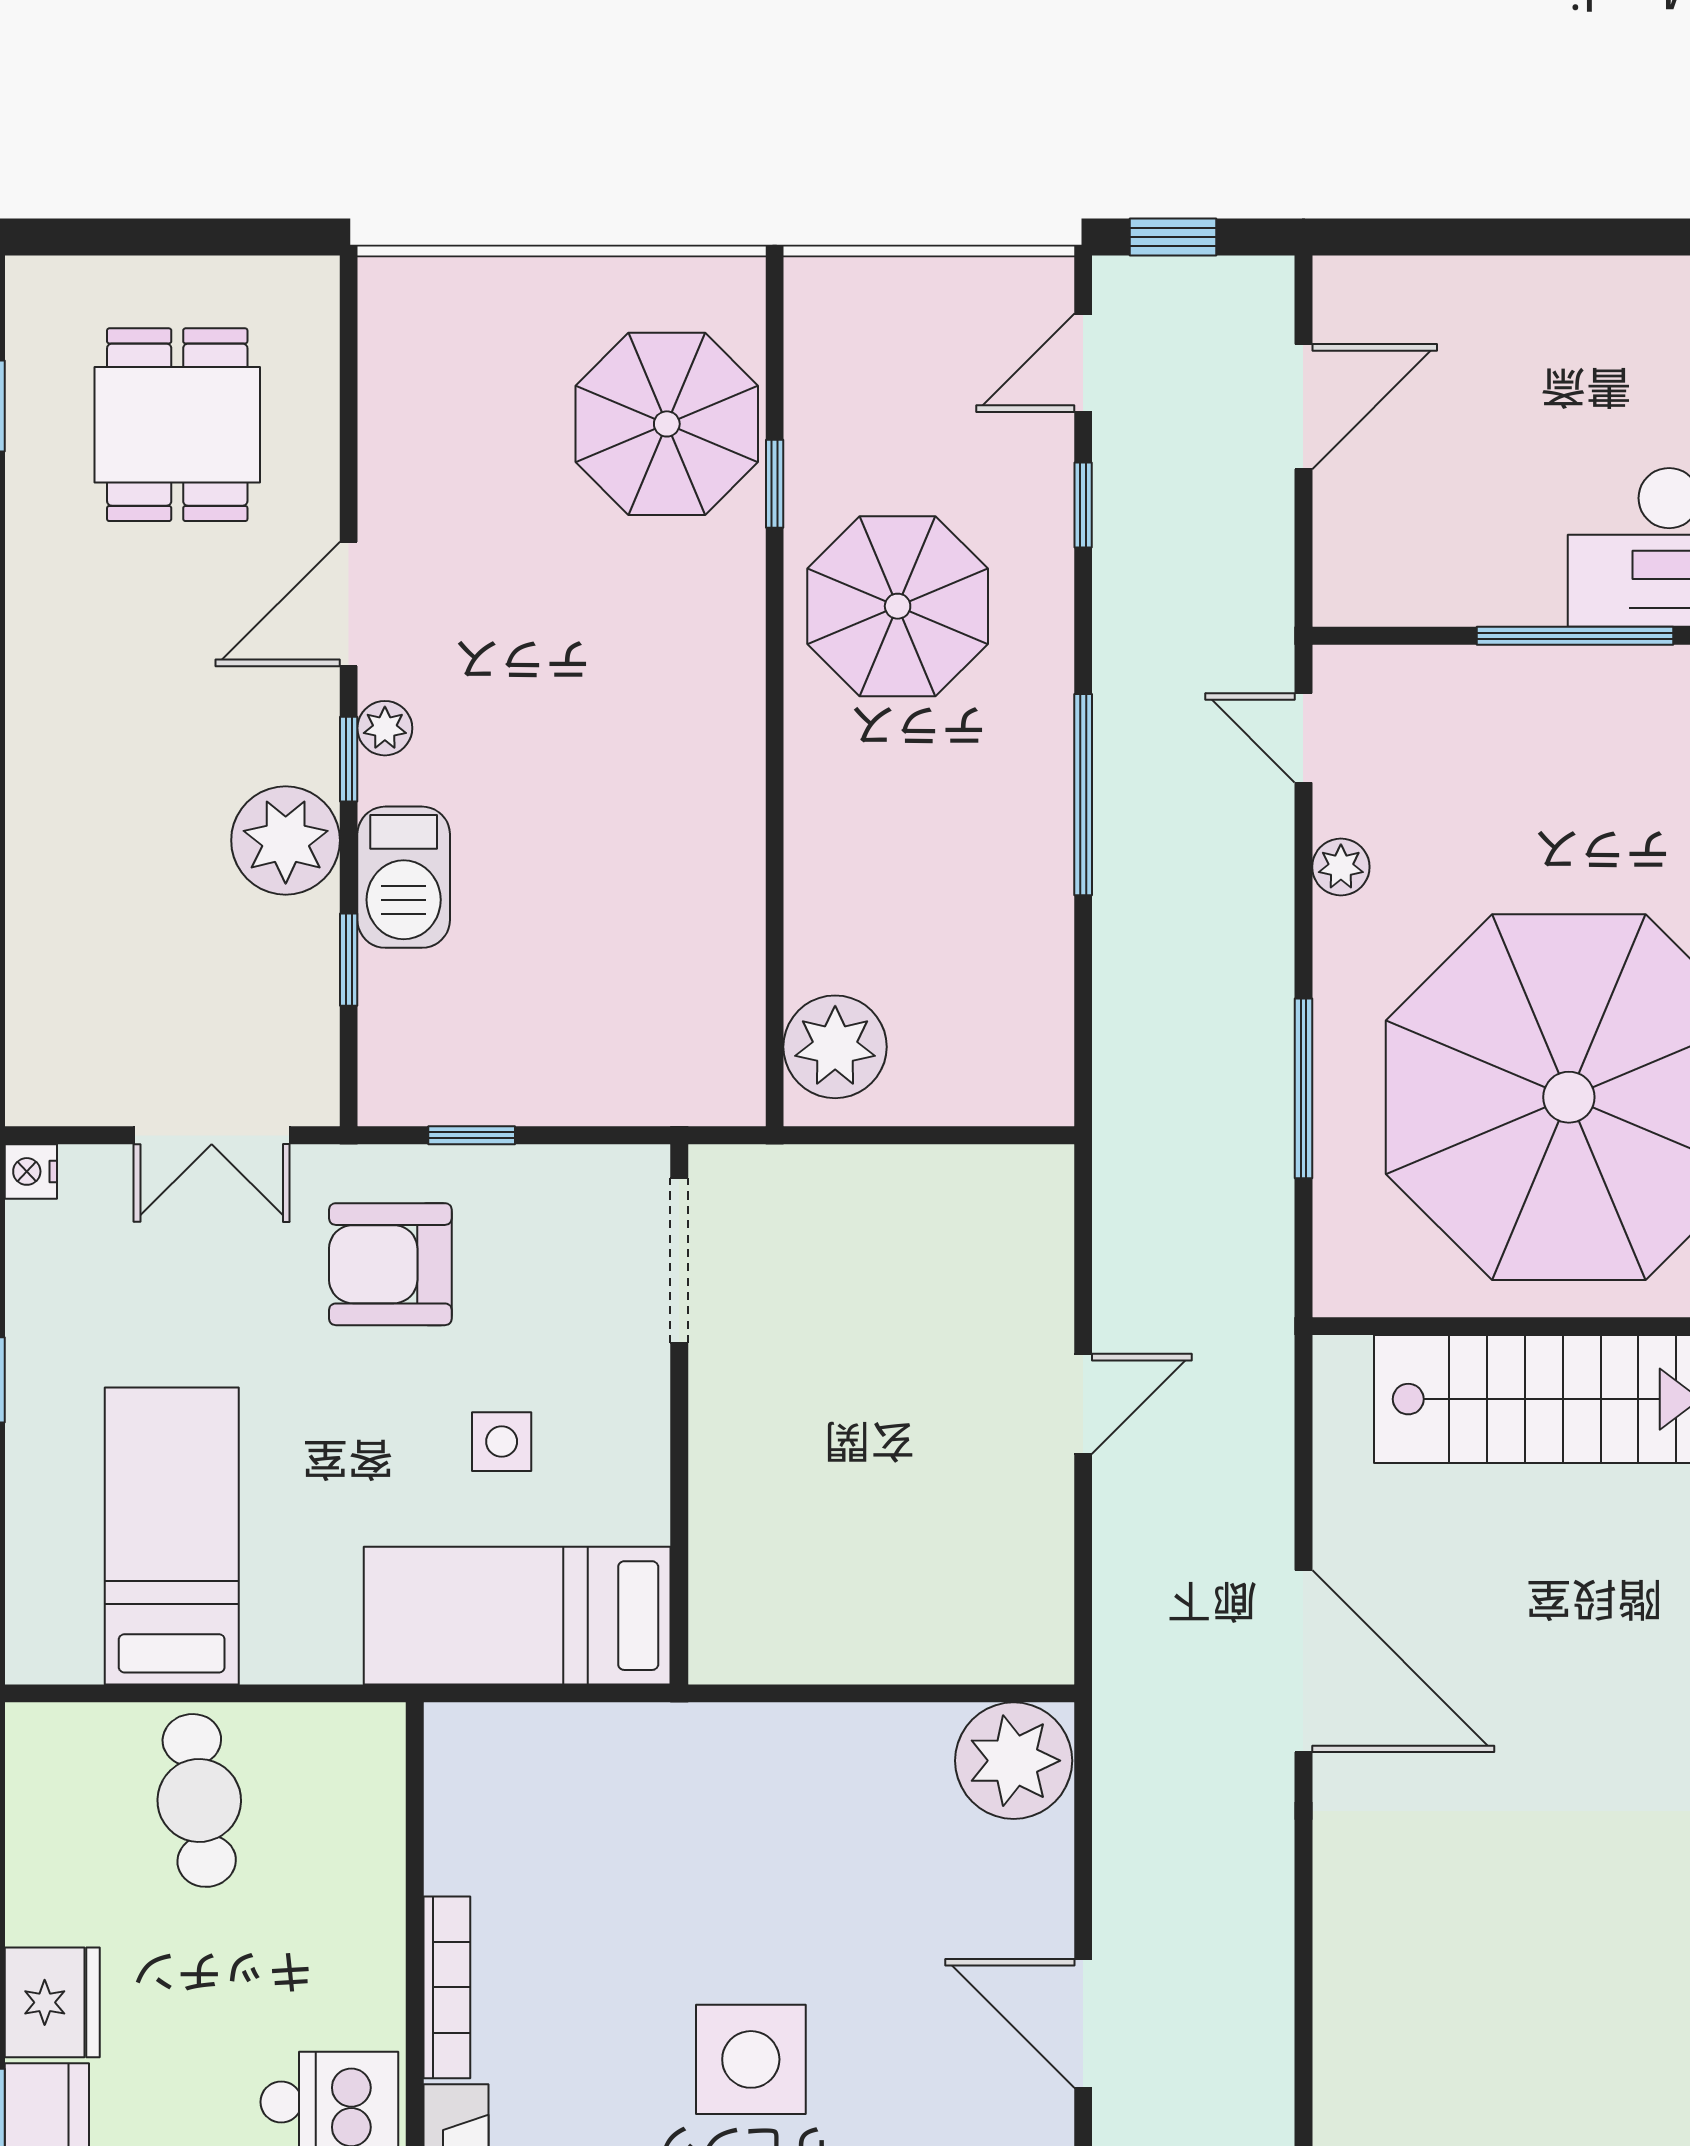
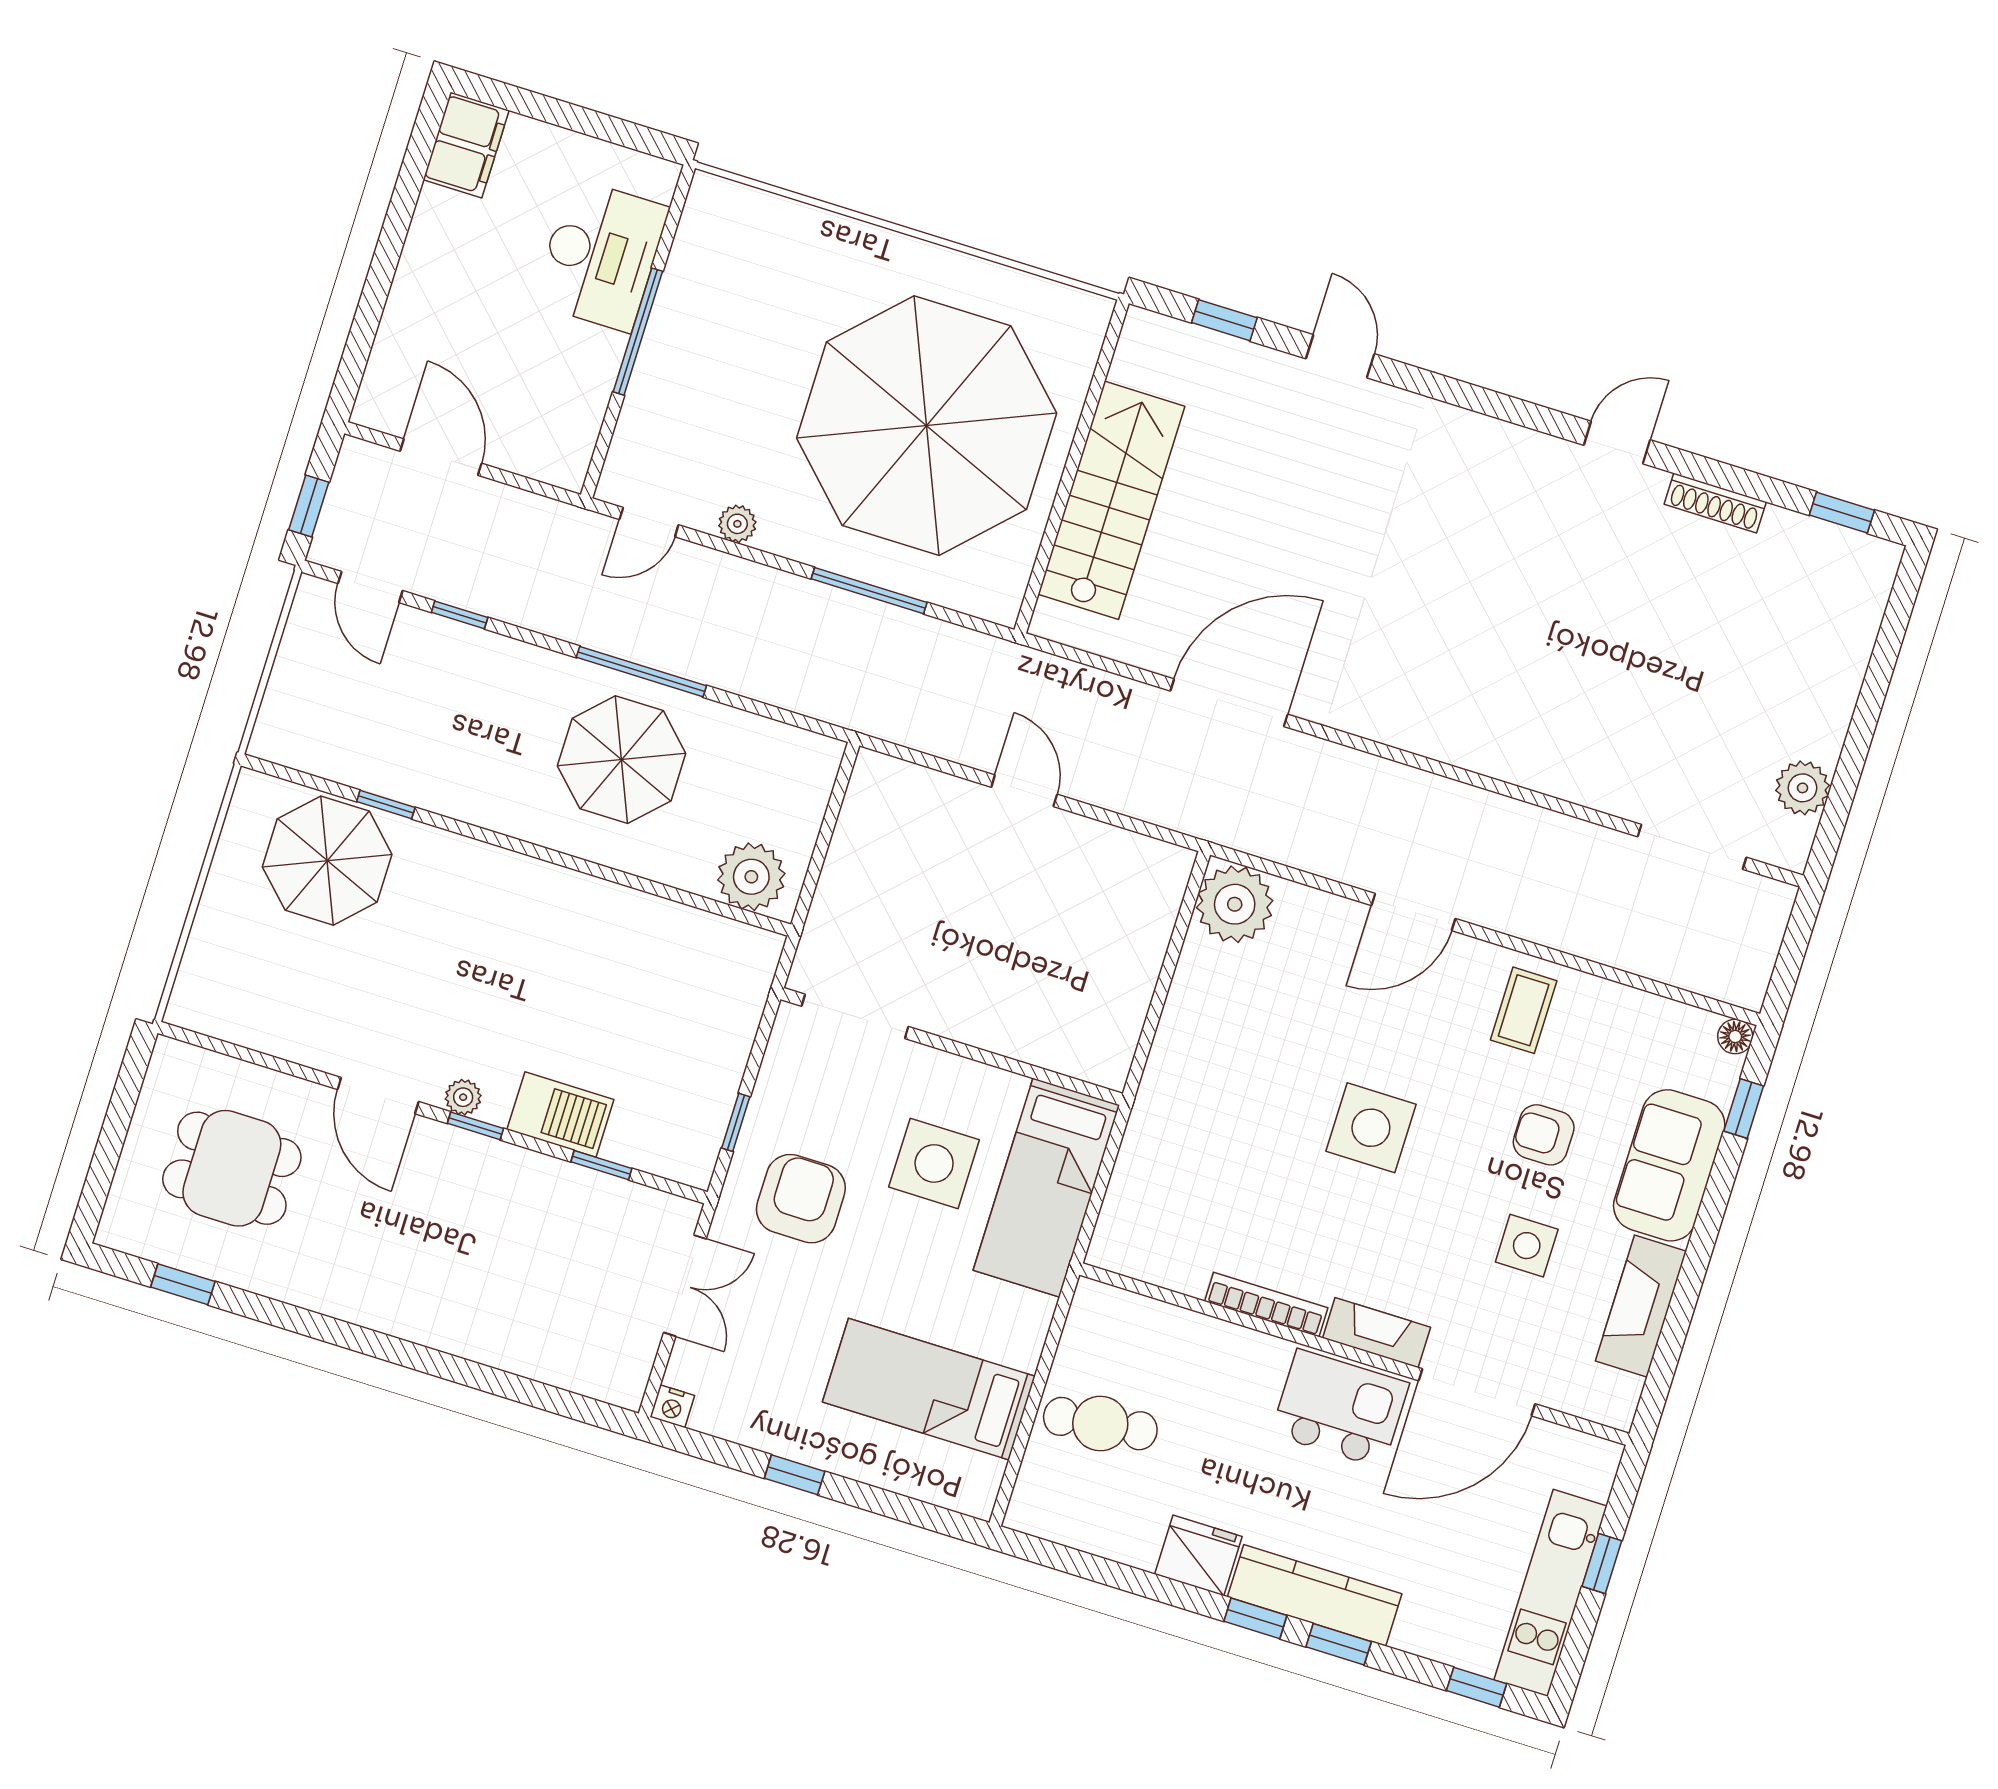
parasol: (898, 606) -> (622, 760), moved
plant: (286, 840) -> (514, 1181), removed
armchair: (390, 1264) -> (801, 1199), turned 180
side table: (502, 1442) -> (934, 1163), width x1.87, depth x1.87

